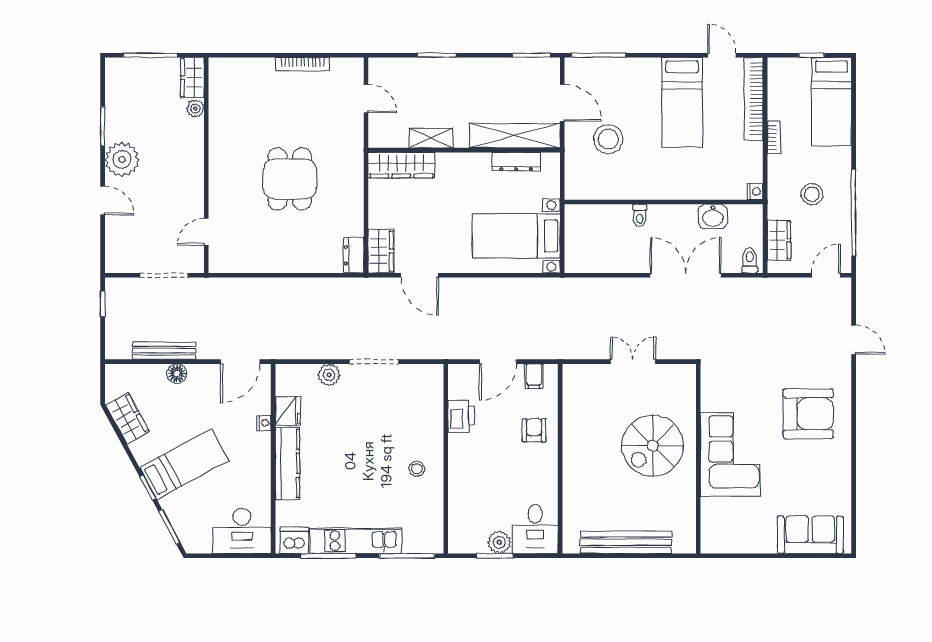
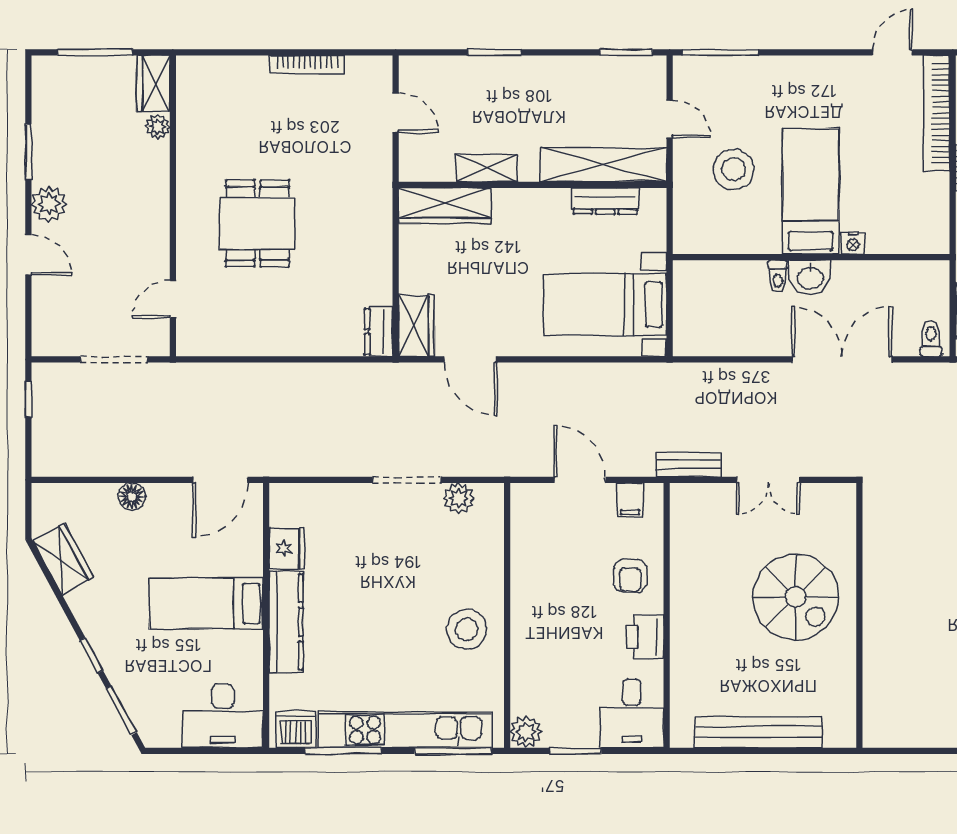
door: (722, 55) -> (892, 52), hinge flipped
bed: (682, 102) -> (811, 191), moved, turned 180
door: (562, 103) -> (670, 119), width x0.73
plant: (122, 159) -> (49, 204), width x0.73, depth x0.73
dining table: (290, 179) -> (257, 224), moved
nightstand: (755, 191) -> (853, 243), moved, turned 90
washbasin: (713, 216) -> (810, 277), moved
bench: (164, 351) -> (689, 464), moved, width x0.73
door: (498, 362) -> (580, 480), swing flipped
double door: (633, 362) -> (768, 480), swing flipped
plant: (329, 375) -> (459, 498), moved
printer: (461, 416) -> (645, 637), moved, turned 180
nightstand: (264, 423) -> (253, 565), removed
armchair: (534, 430) -> (630, 576), turned 180
spiral stairs: (653, 446) -> (796, 597), turned -90
corner sofa: (730, 455) -> (904, 609), removed
bed: (184, 464) -> (206, 604), moved, turned -151
stool: (417, 469) -> (467, 629), width x1.89, depth x1.89
kitchen unit: (356, 541) -> (405, 730), width x1.36
plant: (499, 542) -> (526, 732), moved

